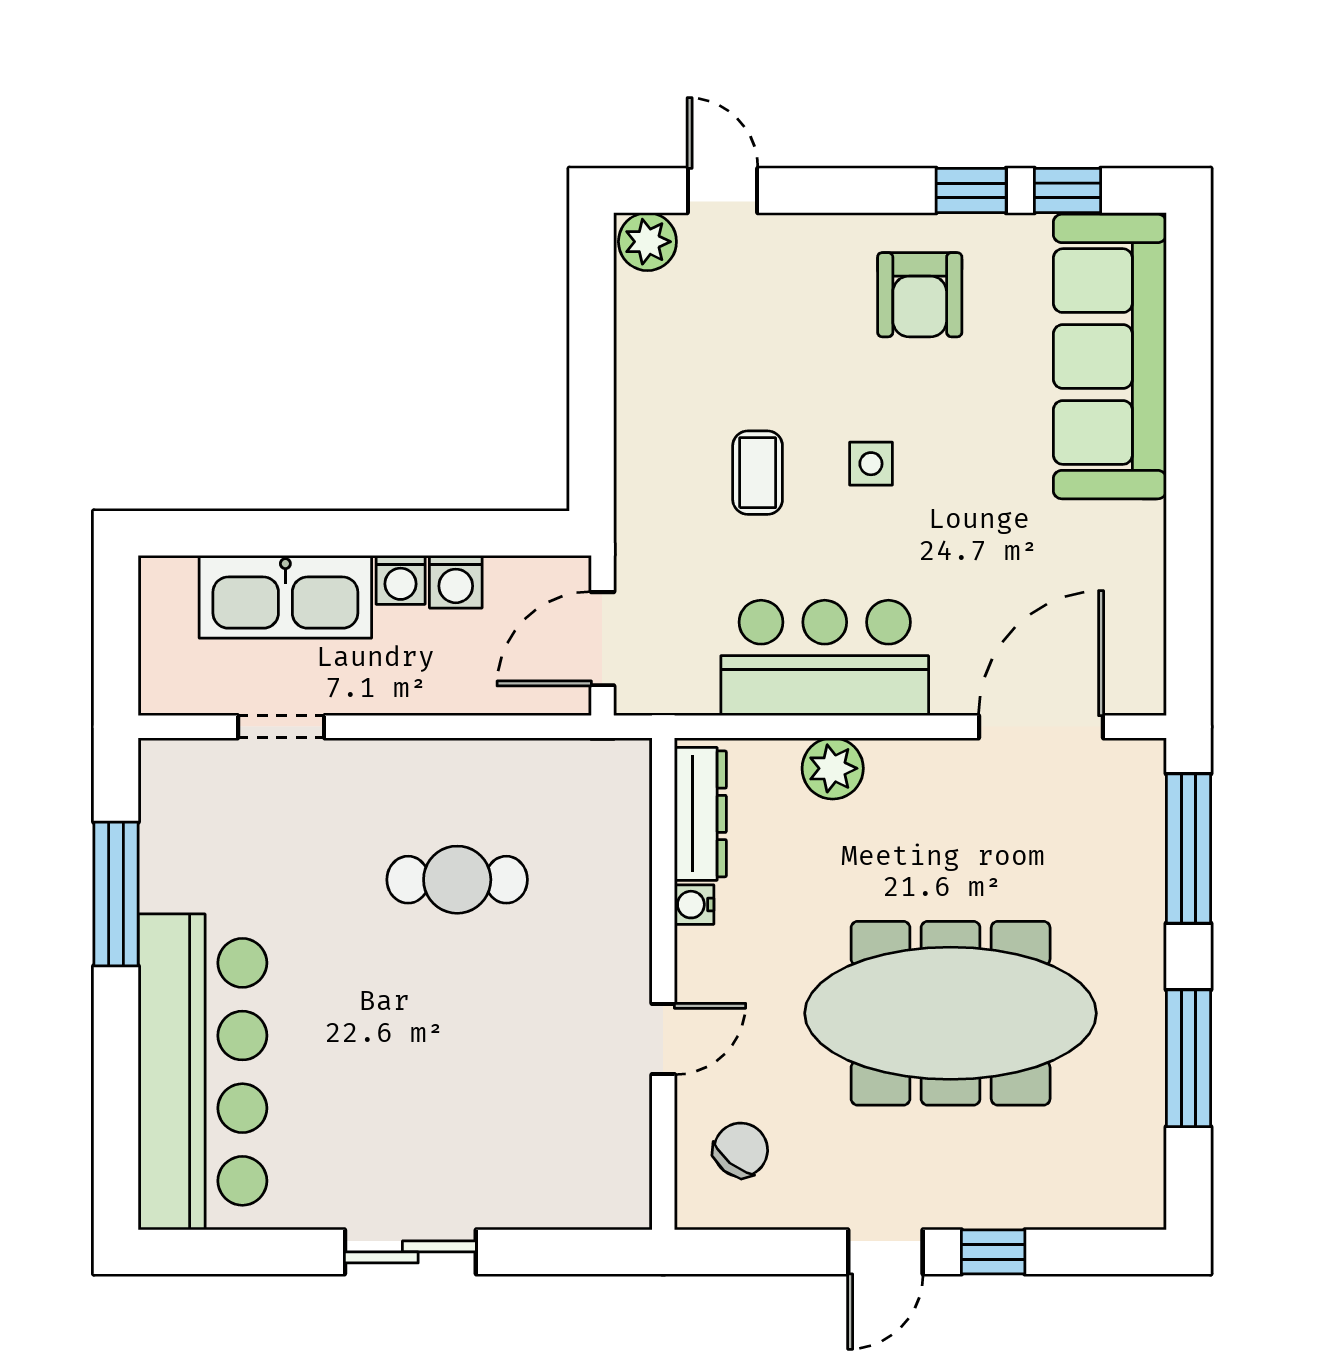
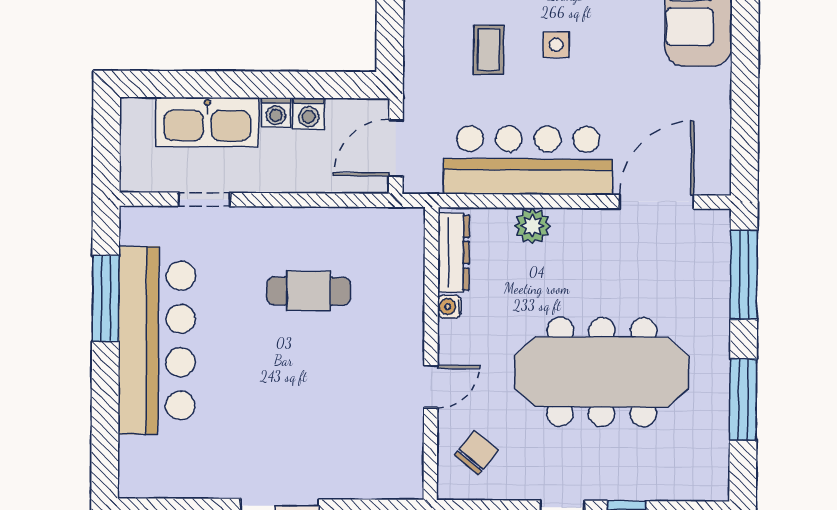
bar counter: (825, 658) -> (528, 160), width x1.36
bar counter: (202, 1072) -> (157, 340), moved

